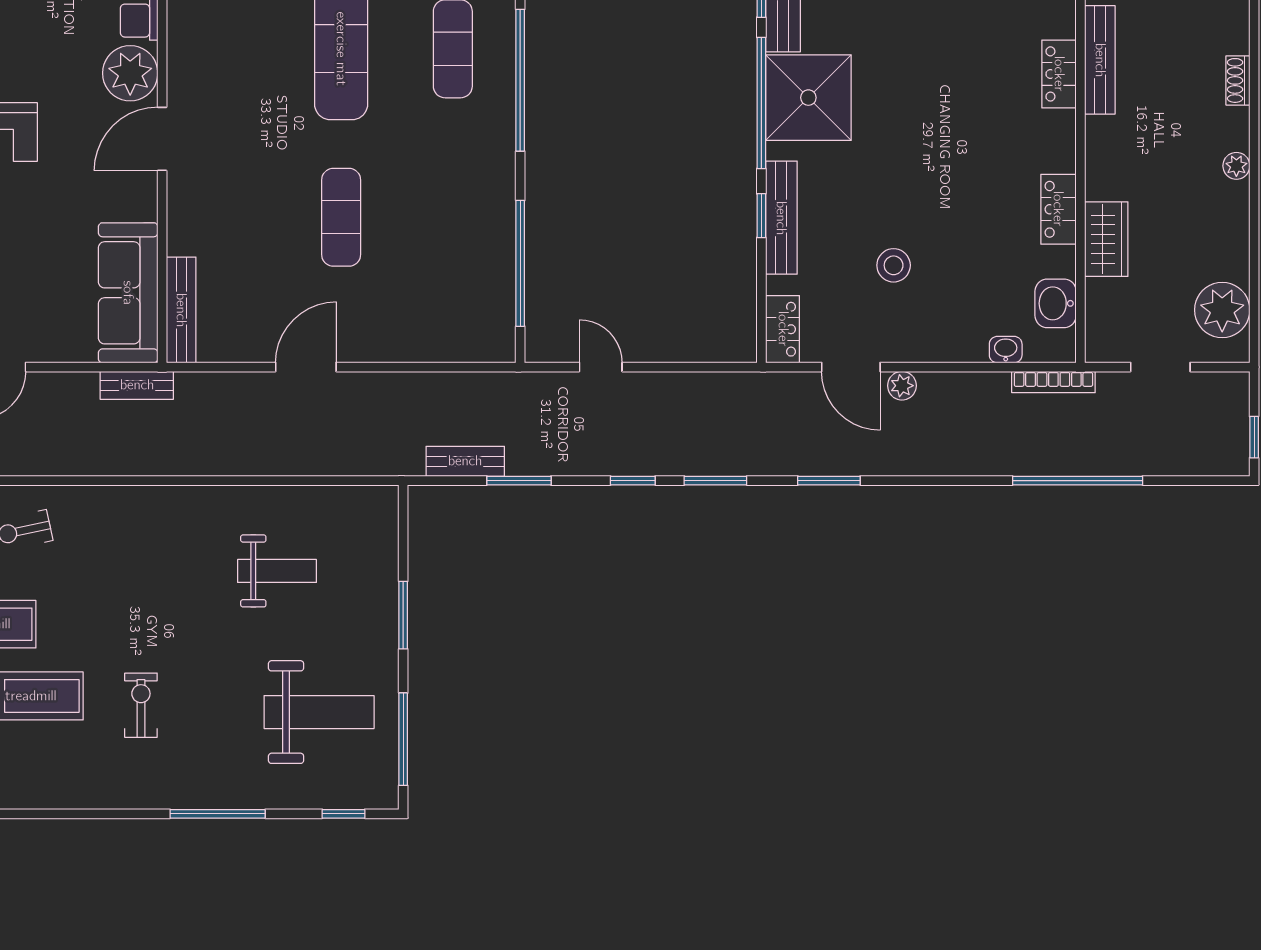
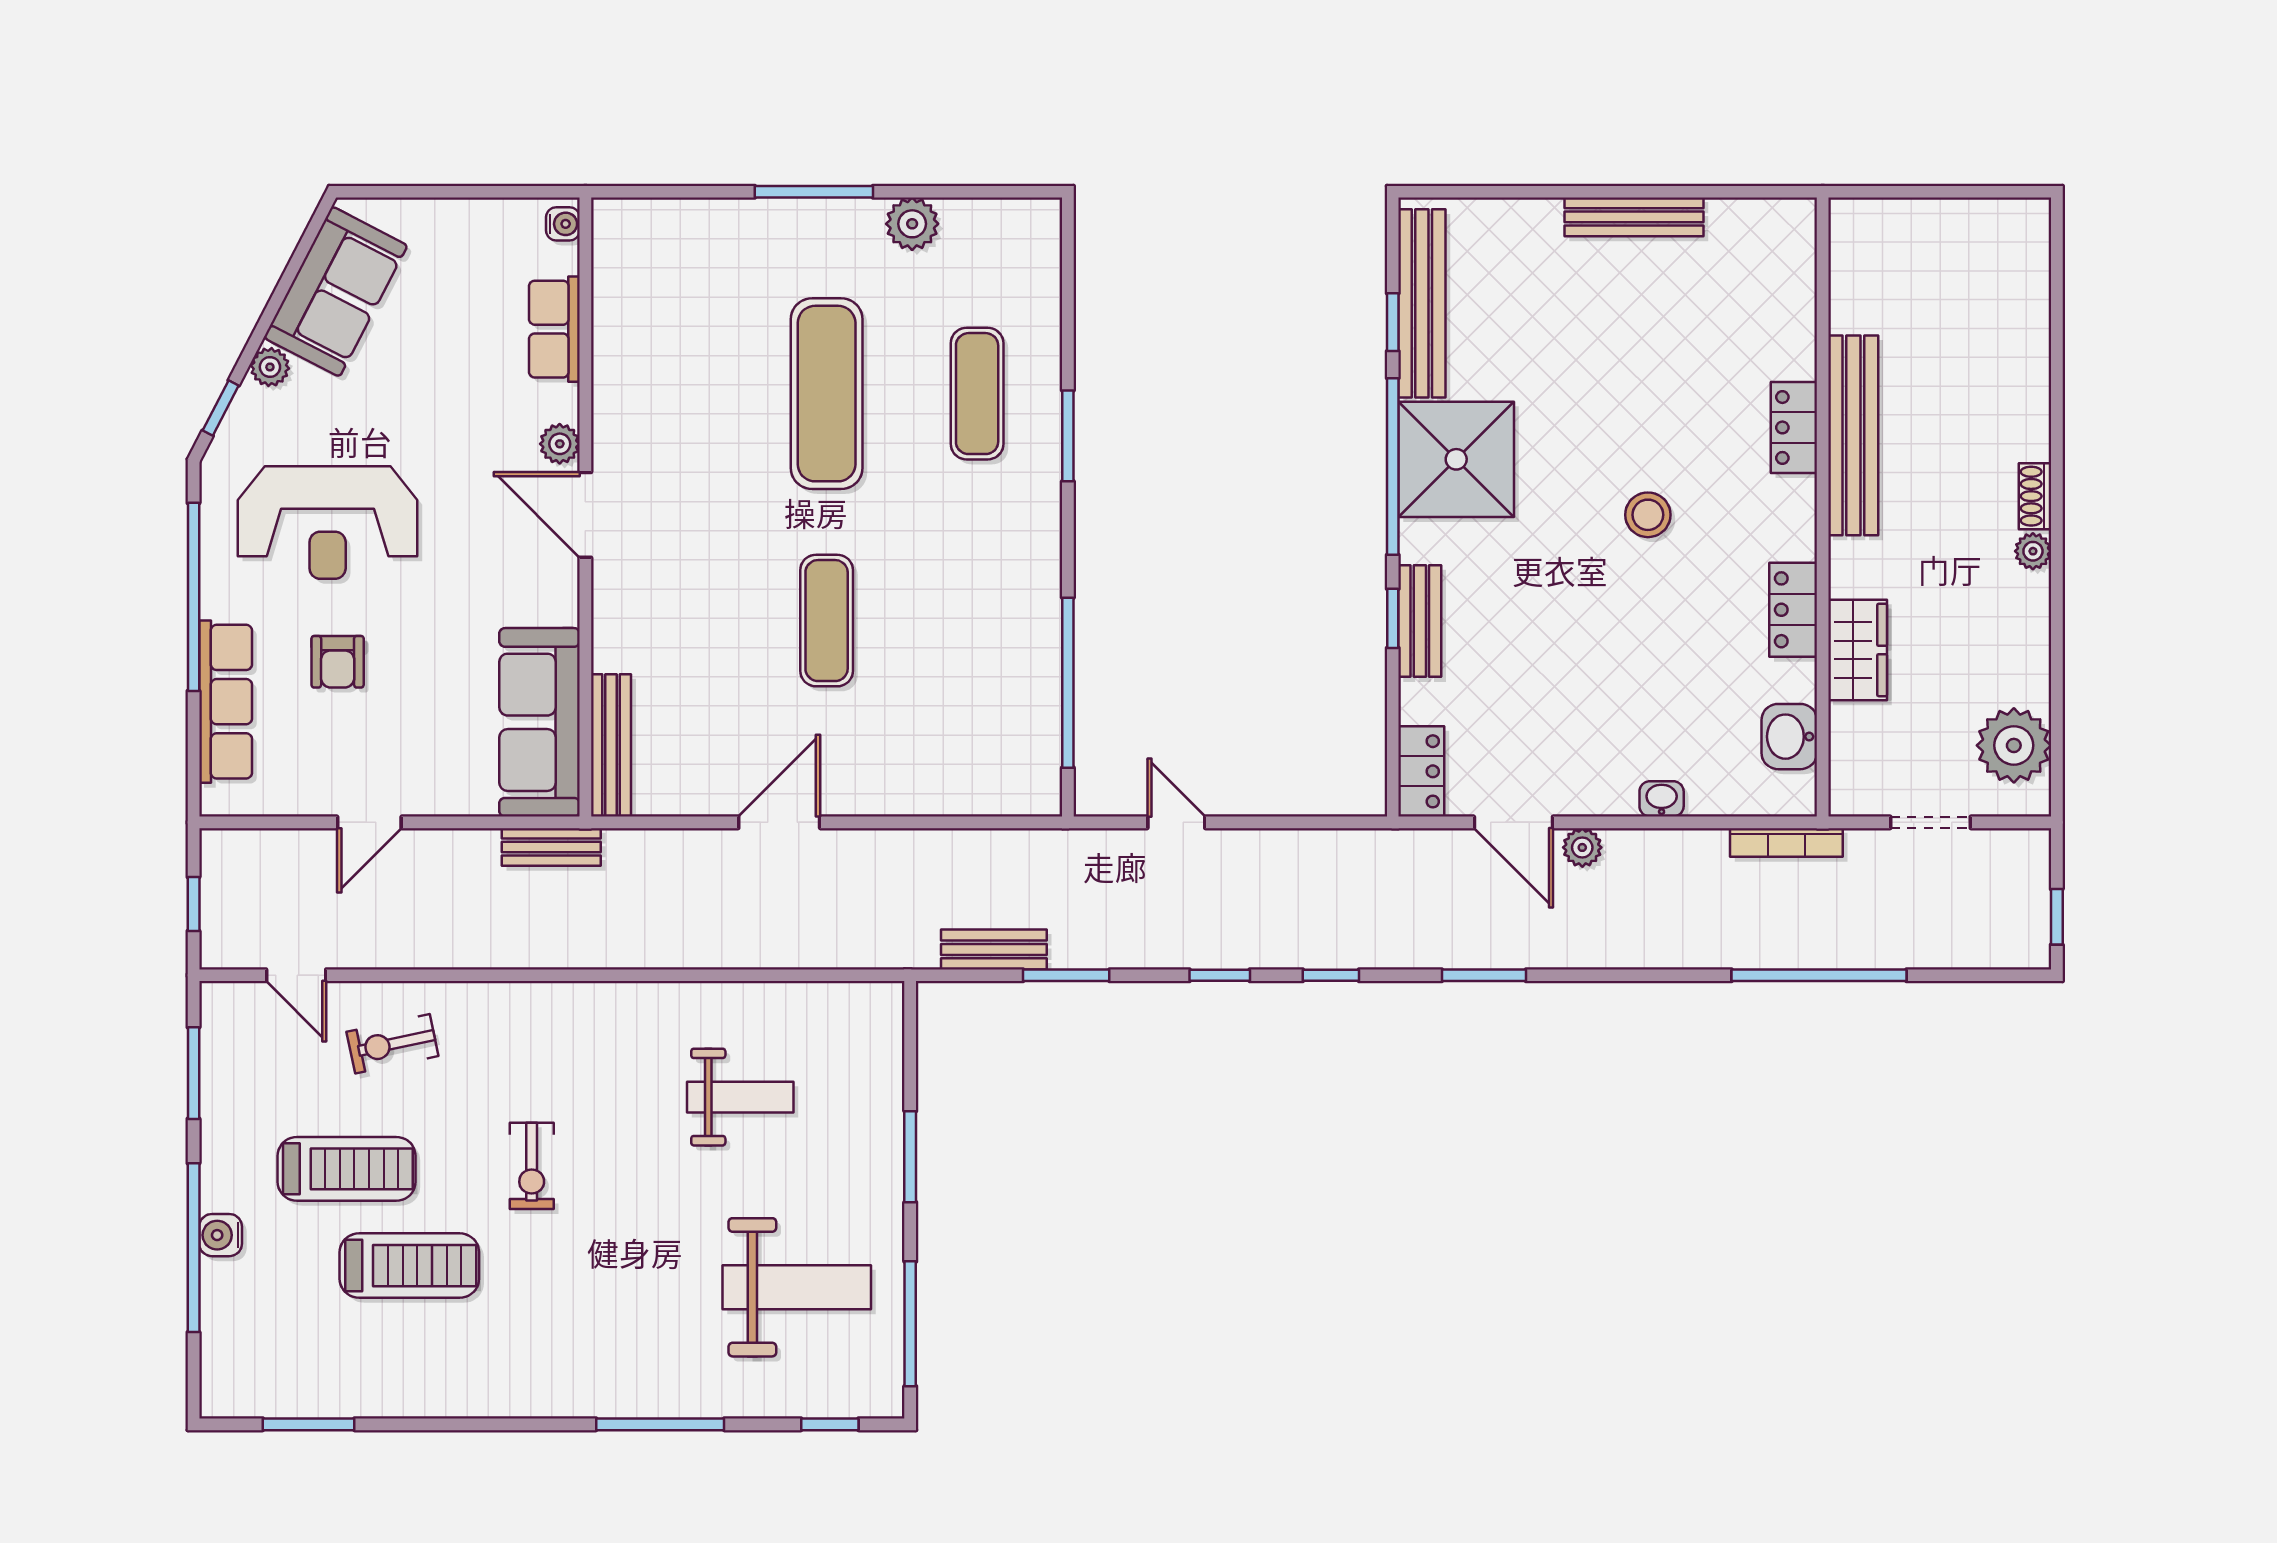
bench: (1100, 60) -> (1853, 435), width x1.37, depth x1.21
plant: (130, 73) -> (560, 444), width x0.53, depth x0.53
window: (520, 80) -> (1068, 436), width x0.47
shoe rack: (1238, 80) -> (2035, 496), moved
door: (162, 139) -> (585, 515), hinge flipped
bench: (781, 218) -> (1420, 621), width x0.73
stool: (894, 265) -> (1648, 515), moved
washbasin: (1006, 350) -> (1662, 799), moved
window: (715, 481) -> (1331, 975), width x0.67
exercise bike: (141, 705) -> (532, 1166), moved, turned 180

